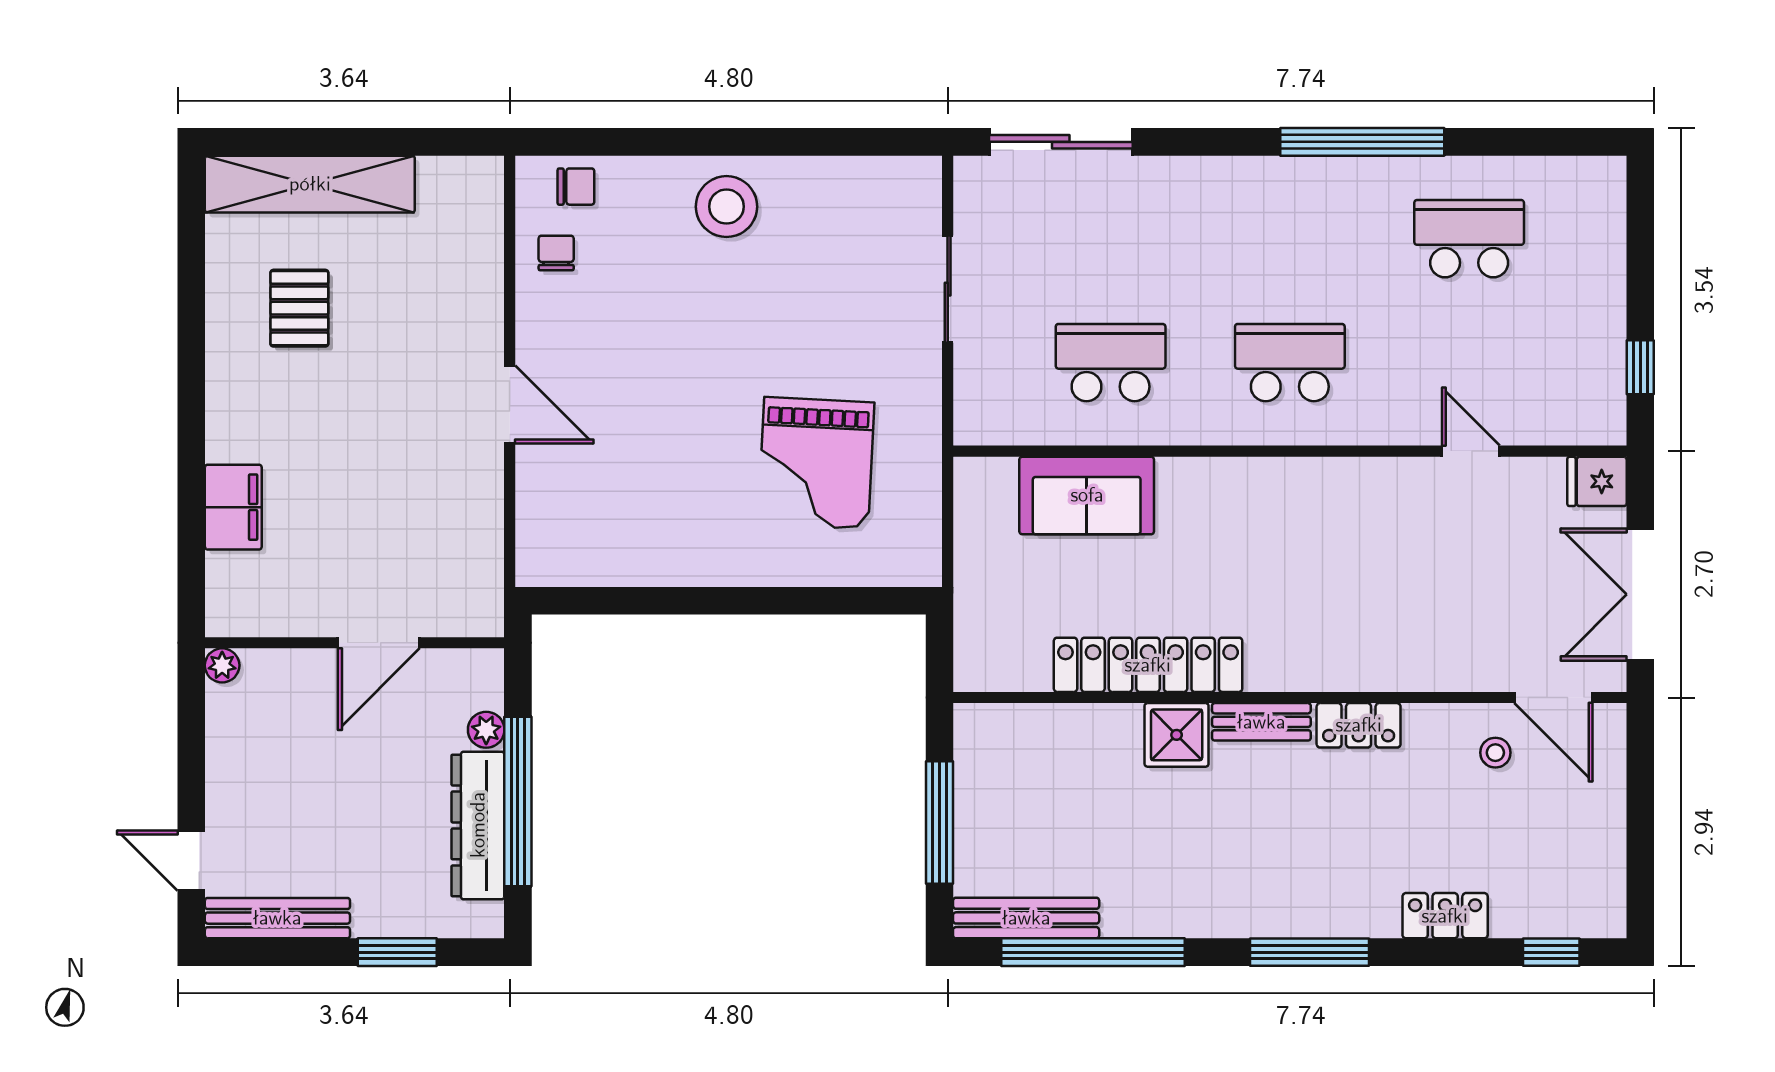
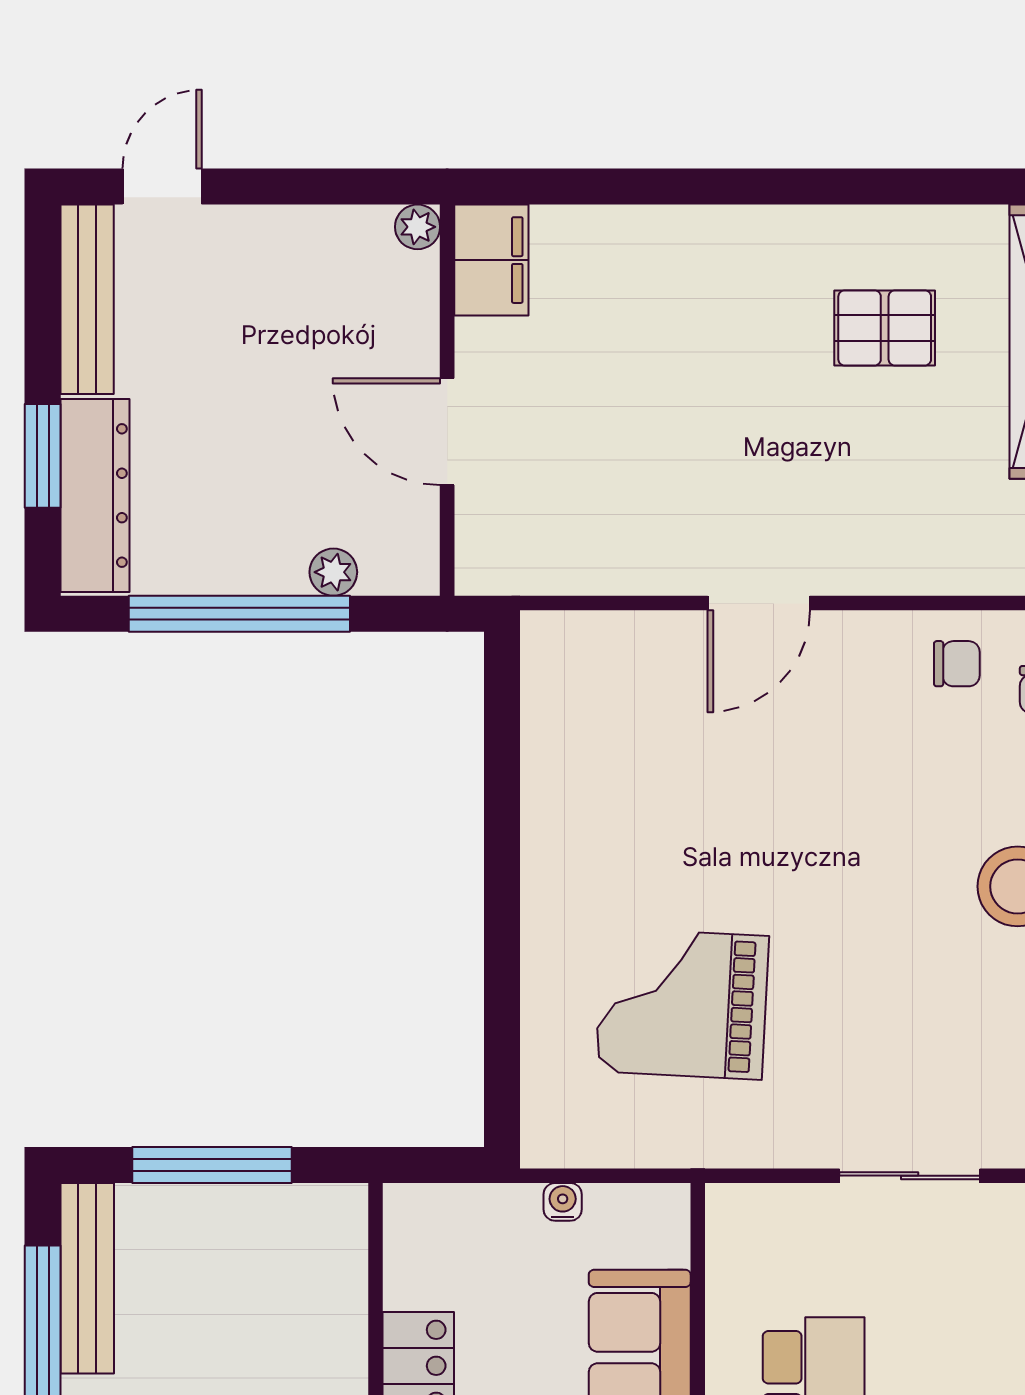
filing cabinet: (233, 507) -> (491, 260), moved, turned -90
water cooler: (968, 554) -> (563, 1202), added
dresser: (478, 825) -> (95, 495), moved, turned 90

